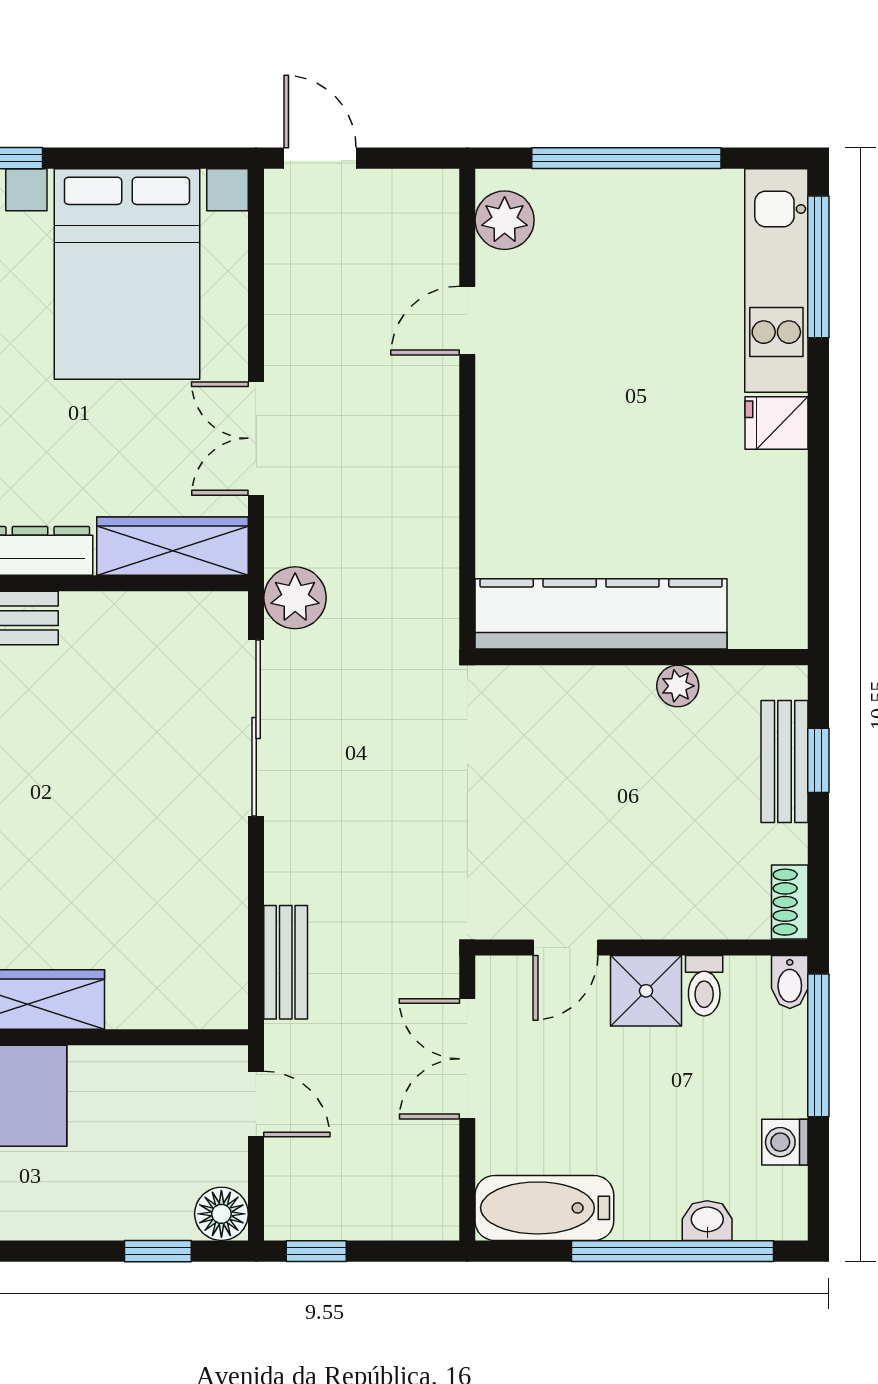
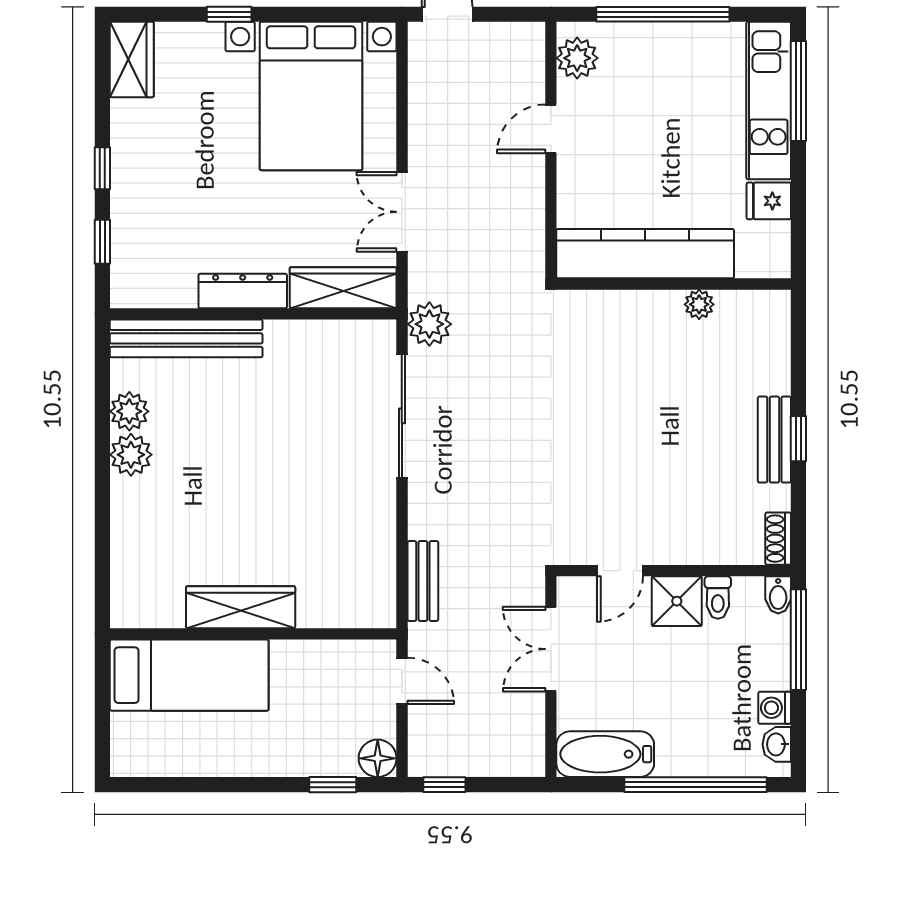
kitchen counter: (601, 614) -> (645, 254), moved
wall: (642, 657) -> (674, 284), moved
plant: (678, 686) -> (699, 304), moved
washbasin: (707, 1221) -> (777, 744), moved, turned -90

